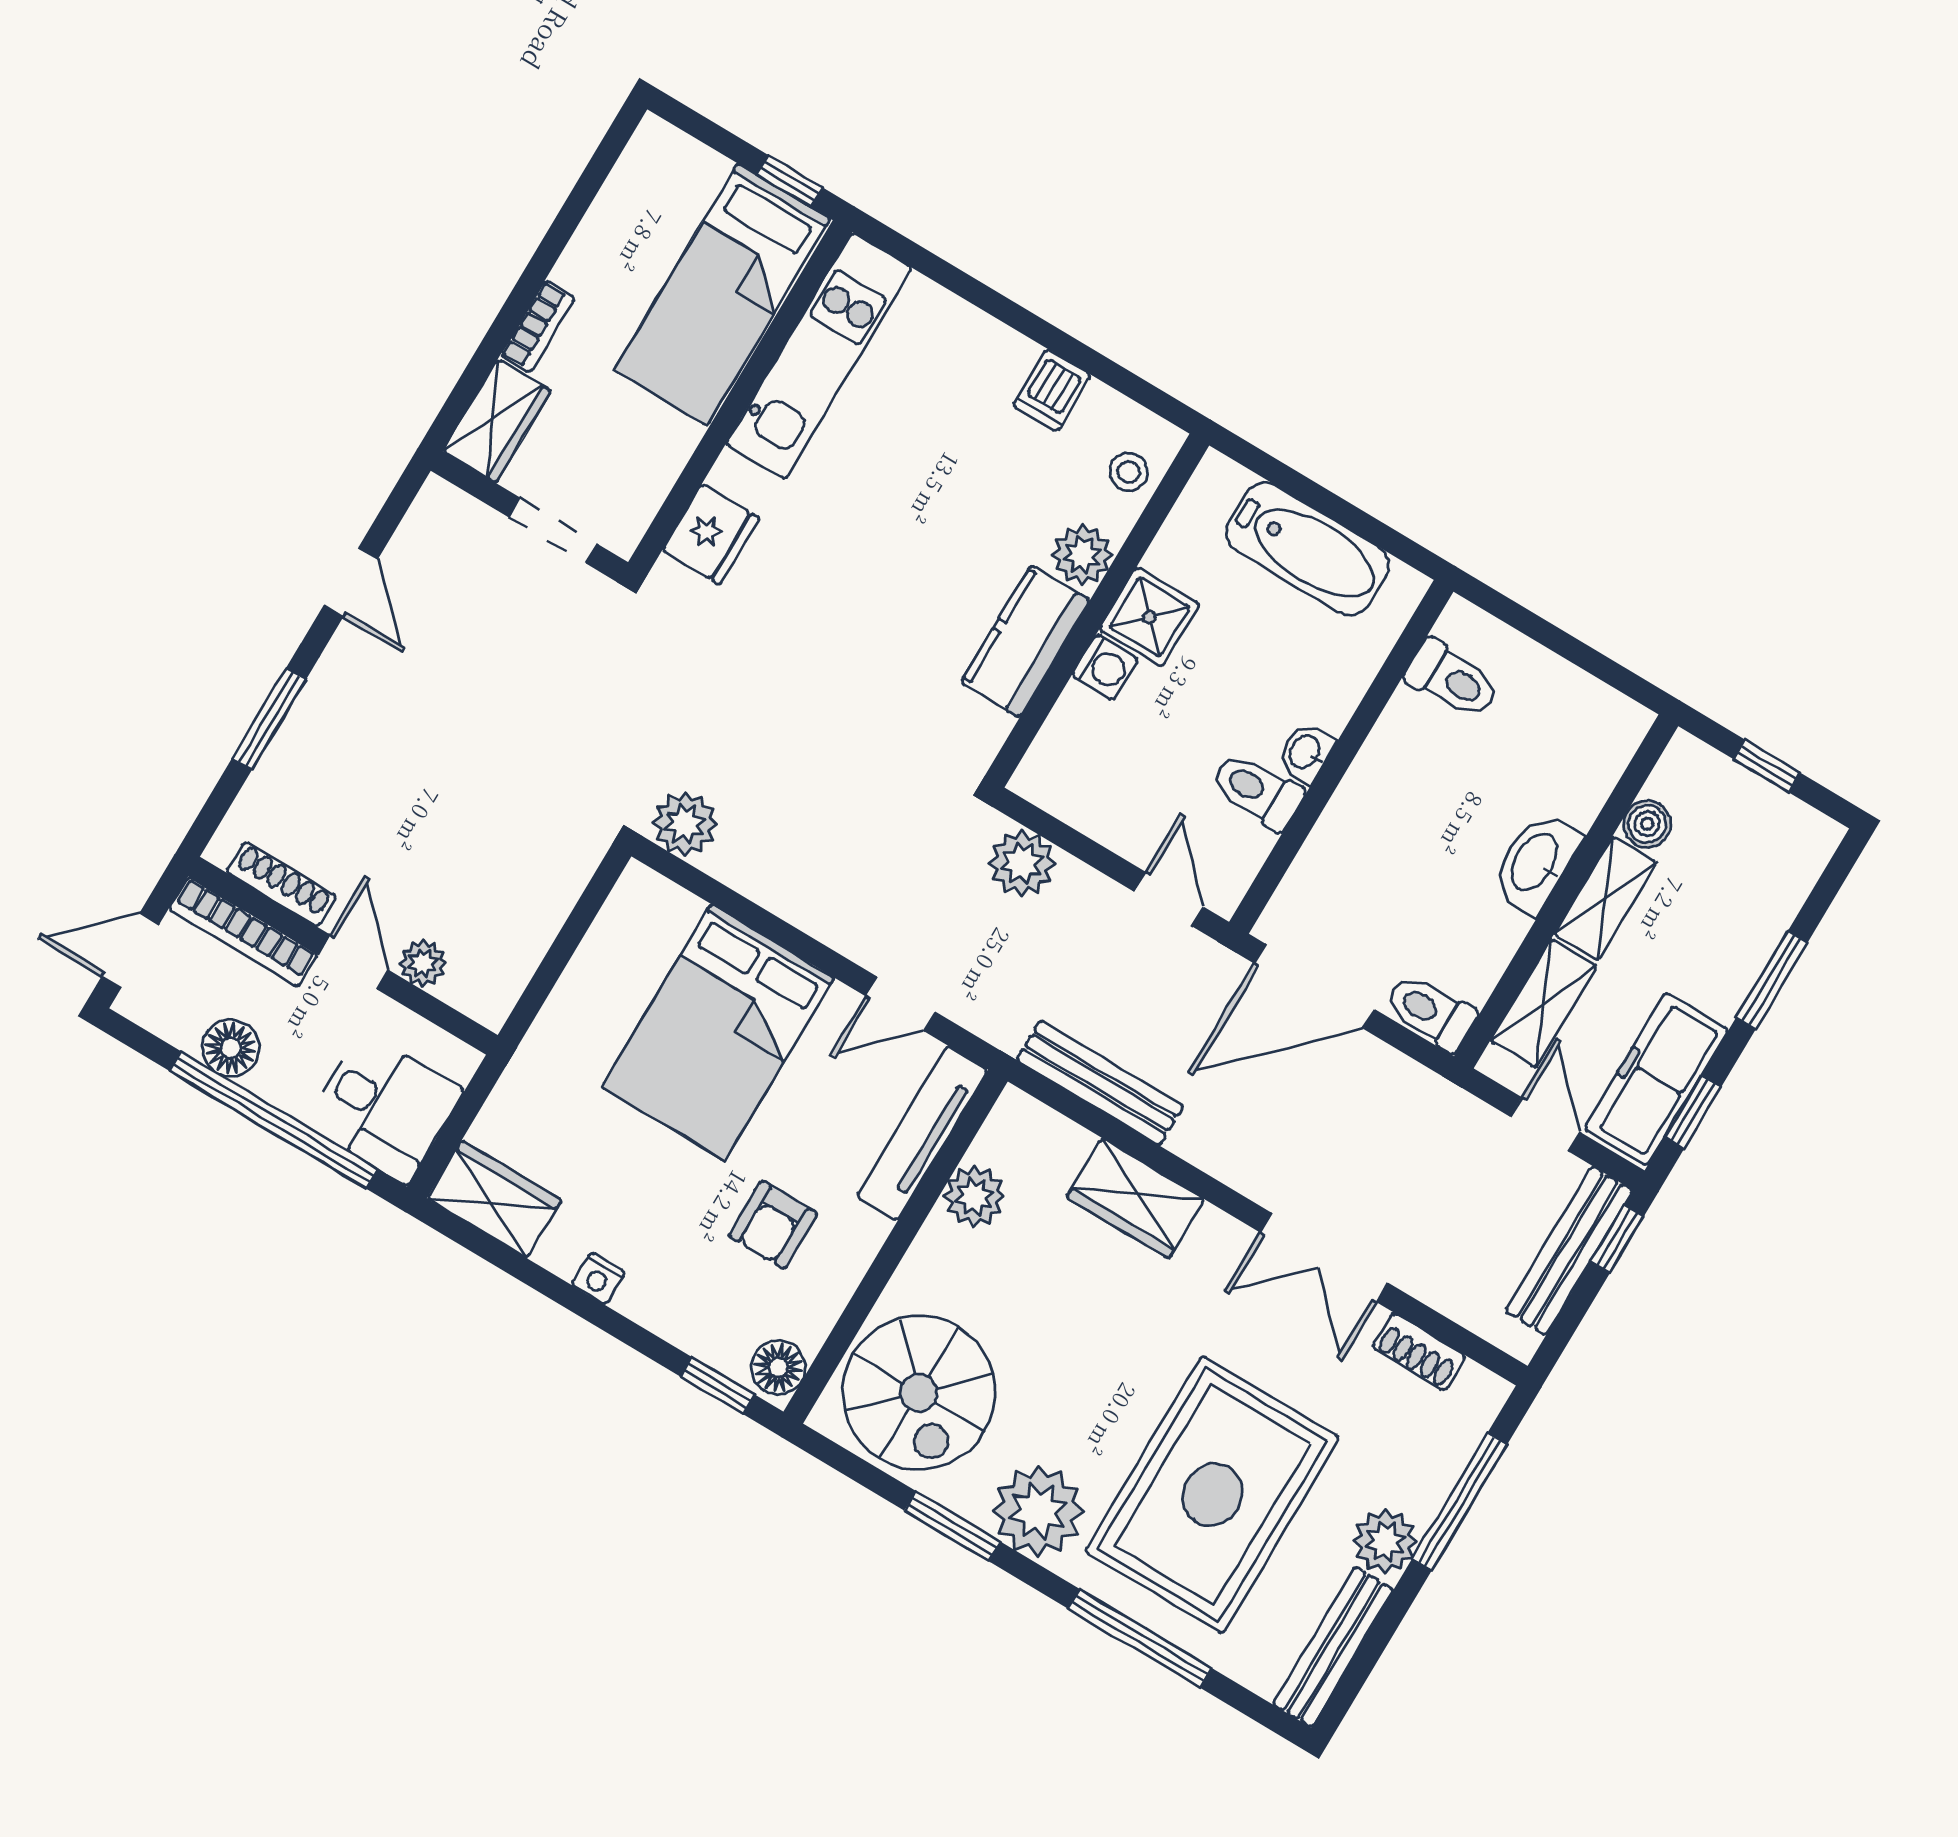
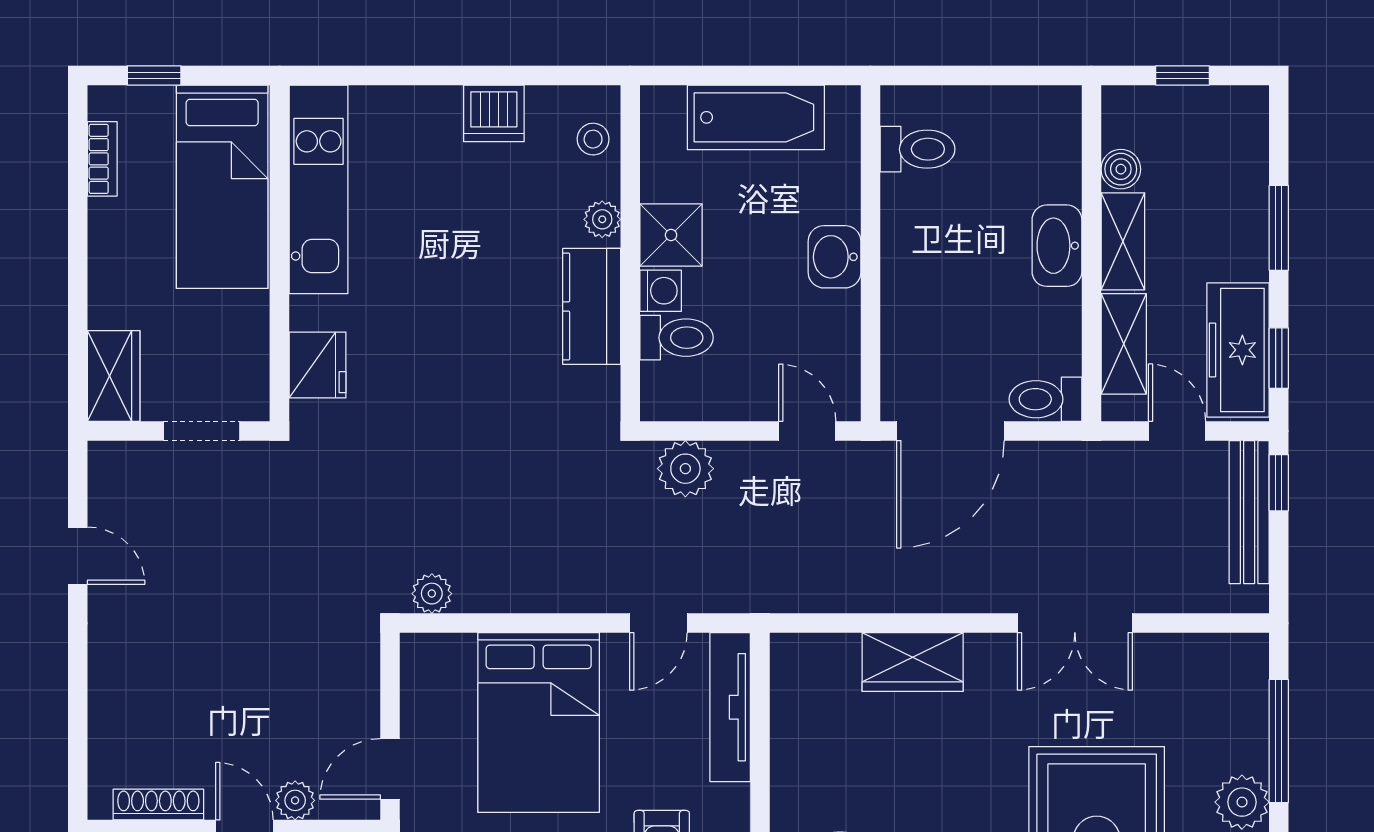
window: (790, 181) -> (154, 75), moved
bookcase: (538, 326) -> (102, 159), moved
dishwasher: (1052, 390) -> (494, 113), width x1.38
plant: (1082, 555) -> (602, 219), width x0.73, depth x0.73
window: (269, 719) -> (78, 690), removed
washbasin: (1306, 752) -> (834, 257), width x1.38, depth x1.45
toilet: (1257, 791) -> (677, 338), moved, turned 180
plant: (685, 824) -> (432, 594), width x0.73, depth x0.73
door: (539, 989) -> (390, 769), added
bench: (1100, 1083) -> (837, 594), removed
plant: (974, 1196) -> (795, 730), removed
shoe rack: (1419, 1352) -> (1184, 650), removed

